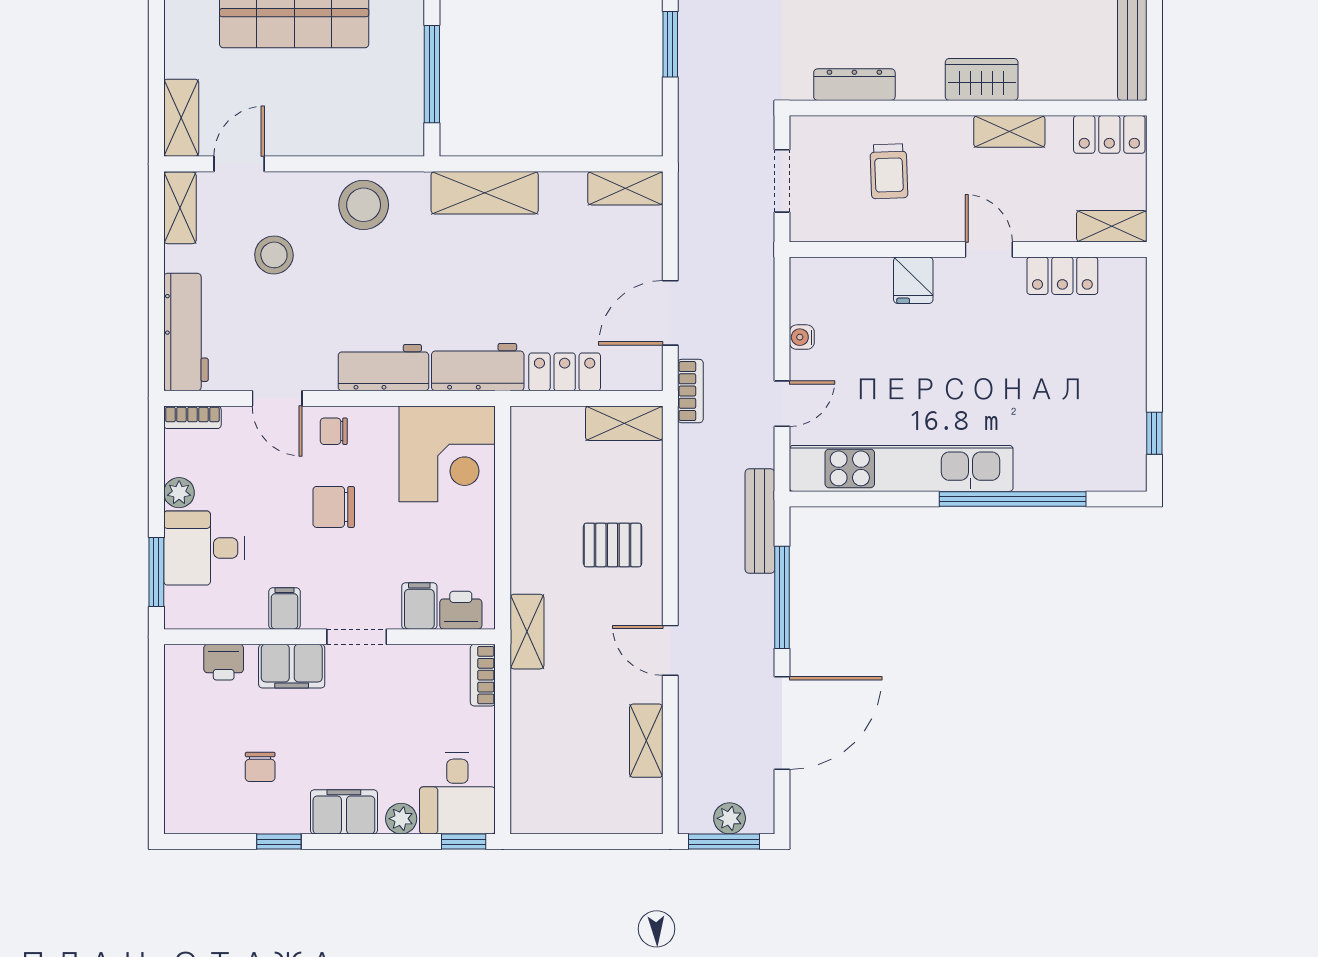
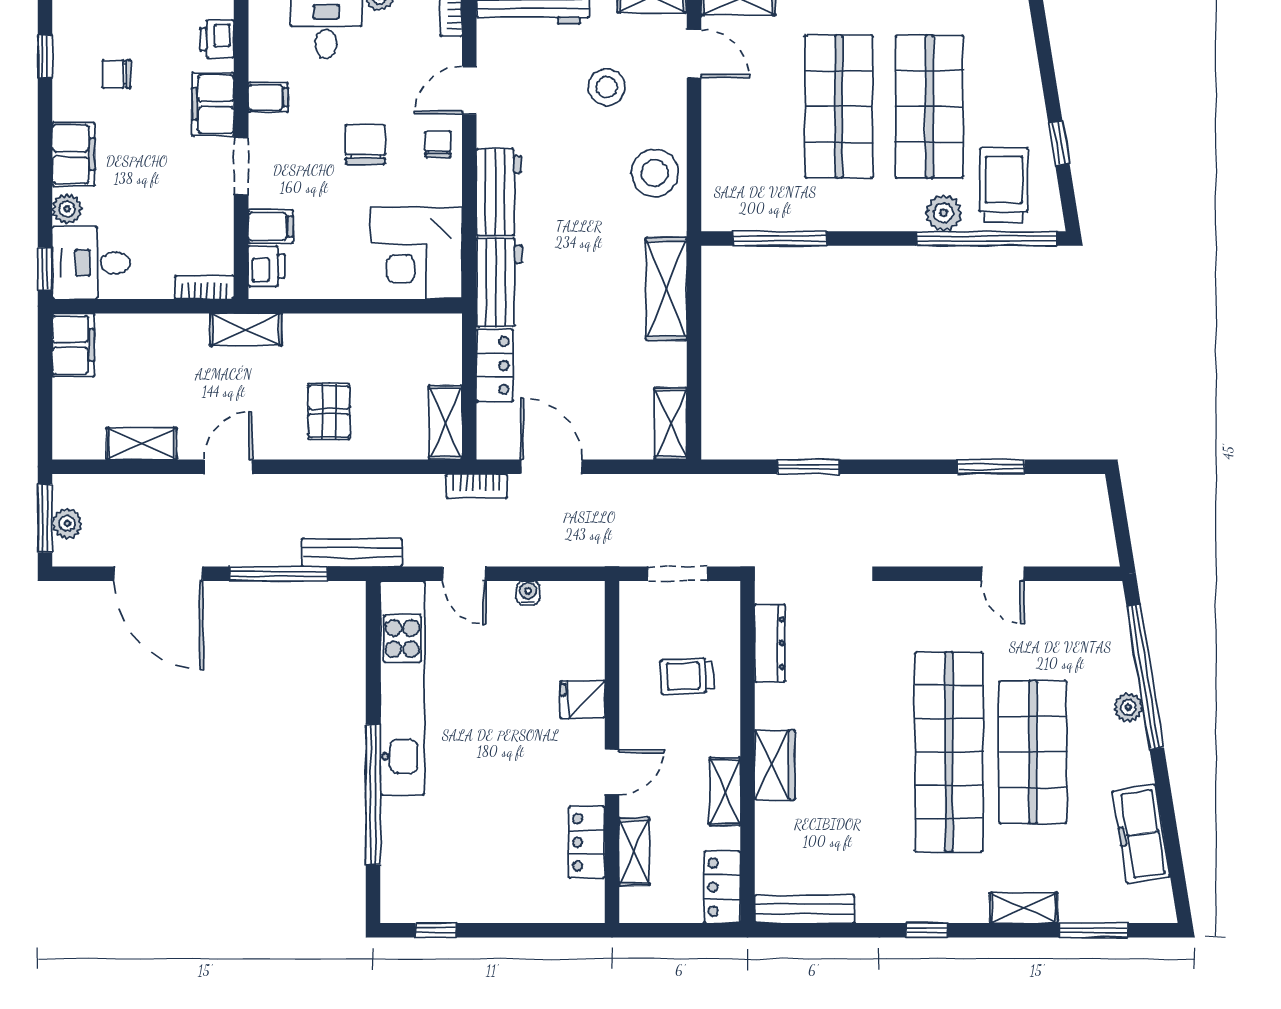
shelving: (1112, 226) -> (634, 852), moved
filing cabinet: (543, 812) -> (73, 345), added
window: (279, 842) -> (45, 57), moved

